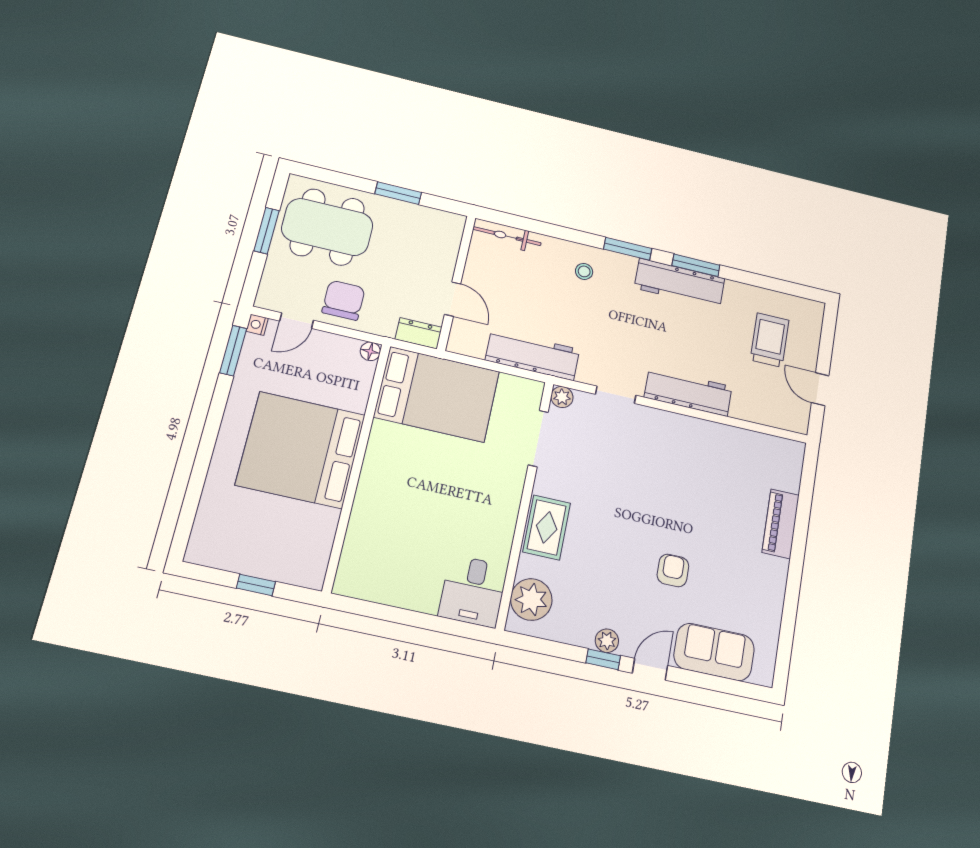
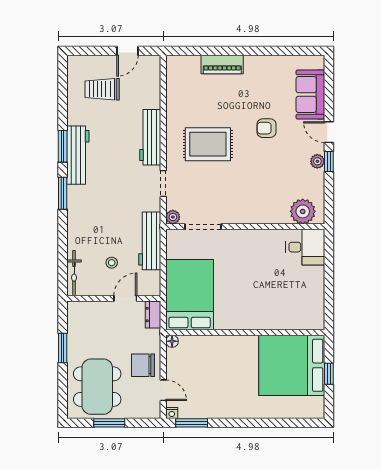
stool: (584, 271) -> (112, 263), moved
bed: (301, 450) -> (292, 365), moved, turned 90
rug: (547, 527) -> (208, 144), moved, width x1.36, depth x1.43

